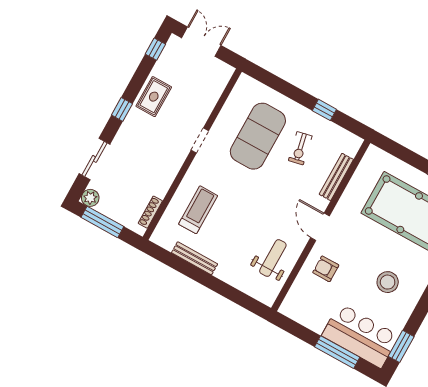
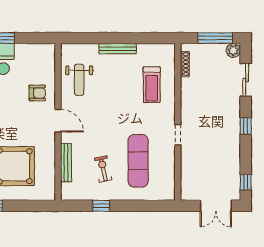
rug: (154, 97) -> (228, 148), removed
exercise mat: (258, 136) -> (138, 161), width x0.68
bench: (195, 258) -> (118, 49), moved

